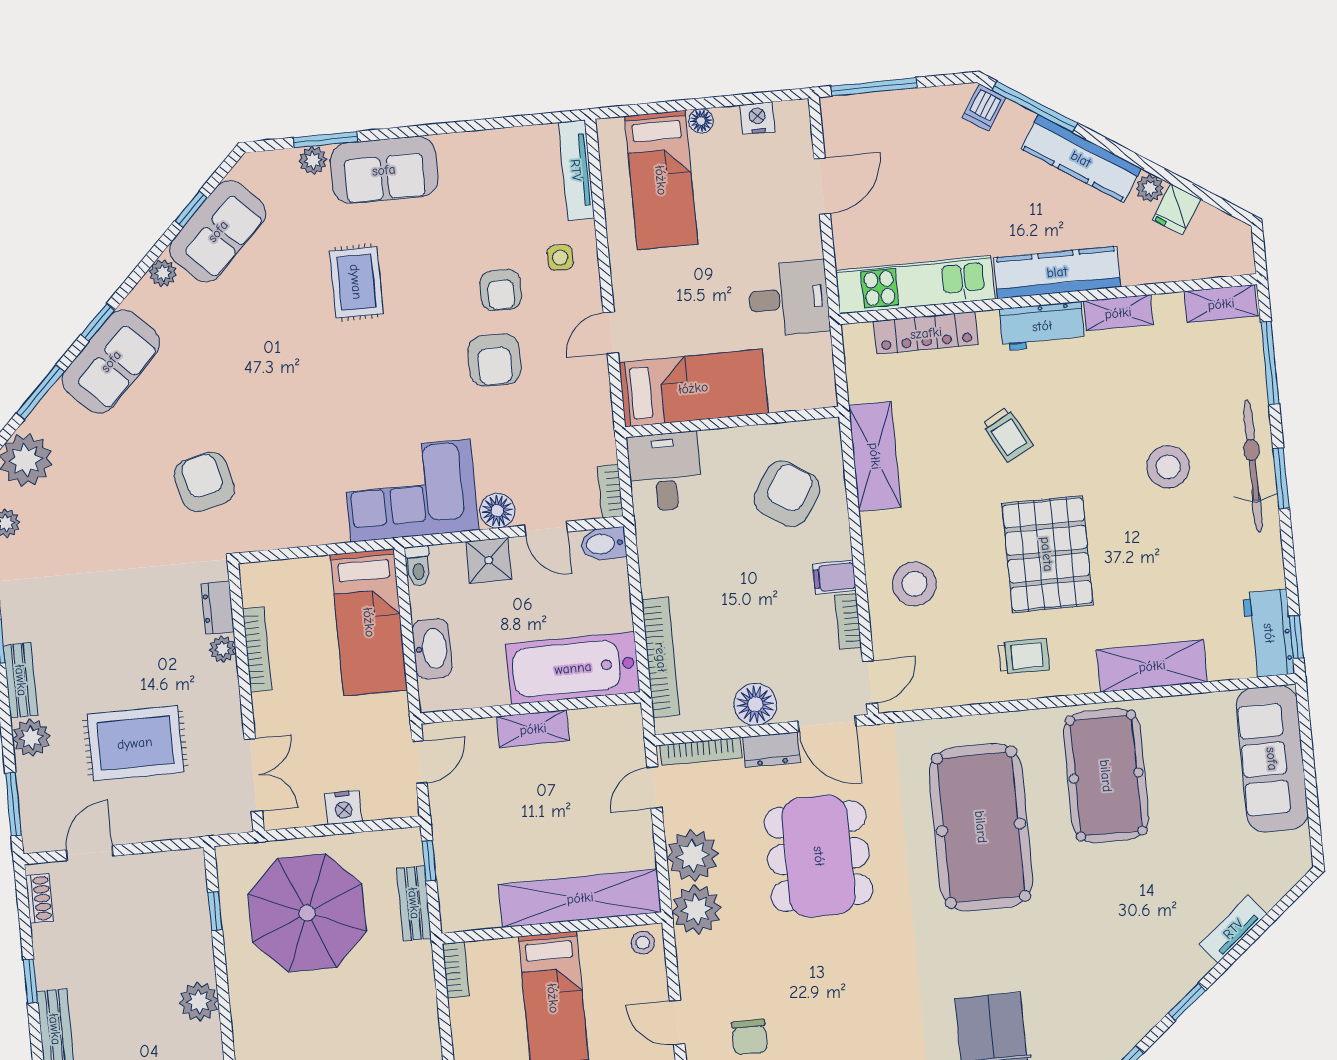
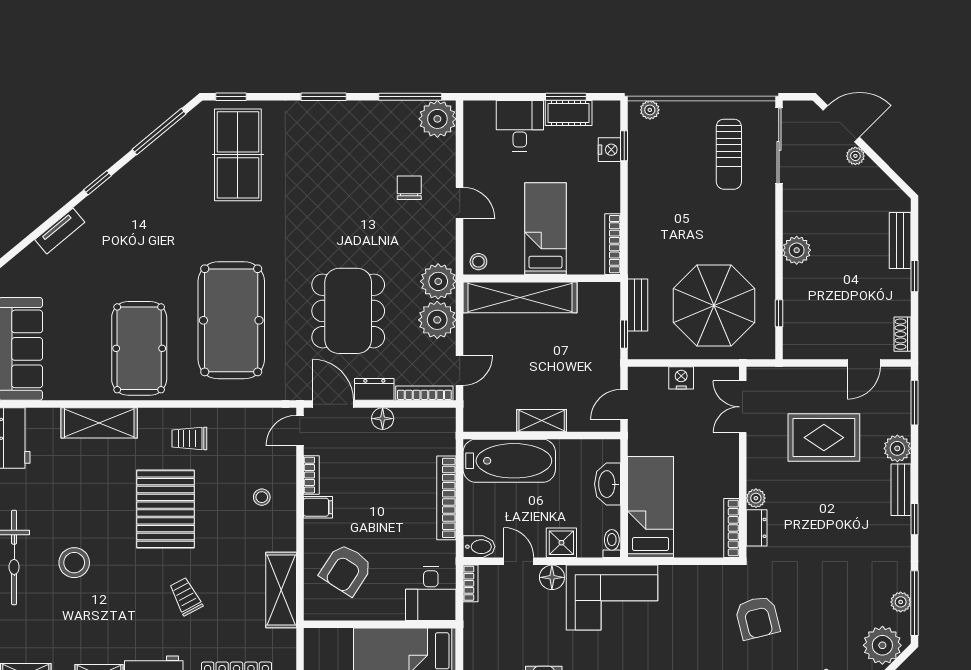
stool: (914, 584) -> (262, 497), width x0.53, depth x0.53
bookcase: (257, 649) -> (731, 528), moved
bookcase: (661, 657) -> (446, 498), moved
floor lamp: (755, 704) -> (383, 419), width x0.73, depth x0.73
bookcase: (456, 970) -> (613, 244), width x1.56

